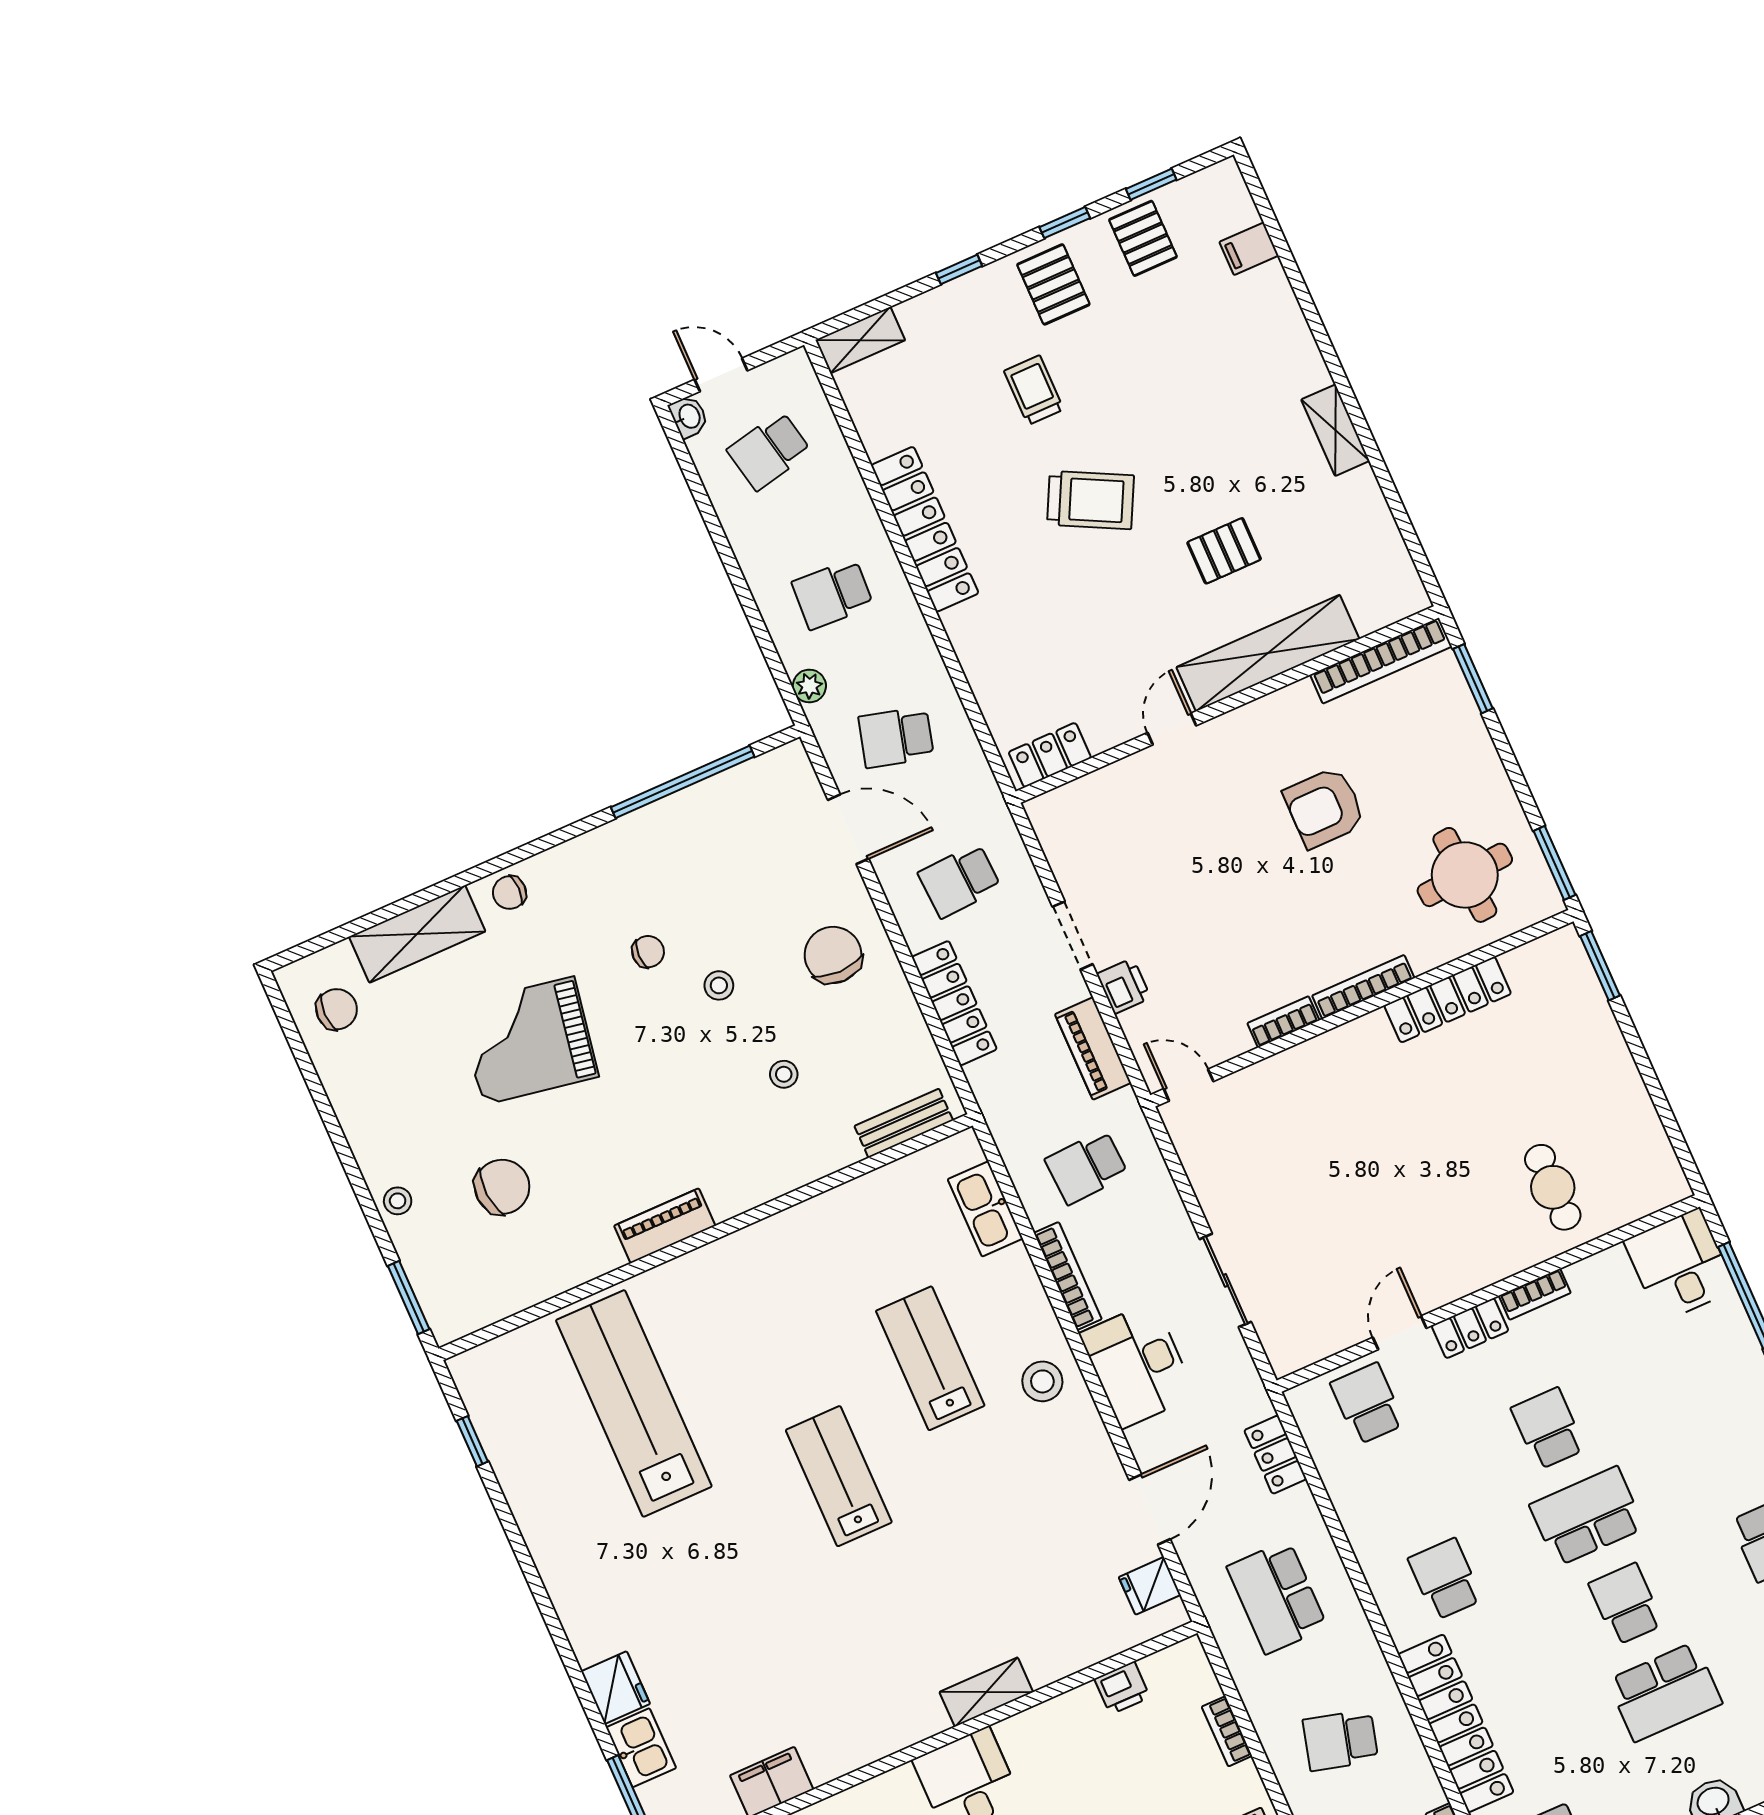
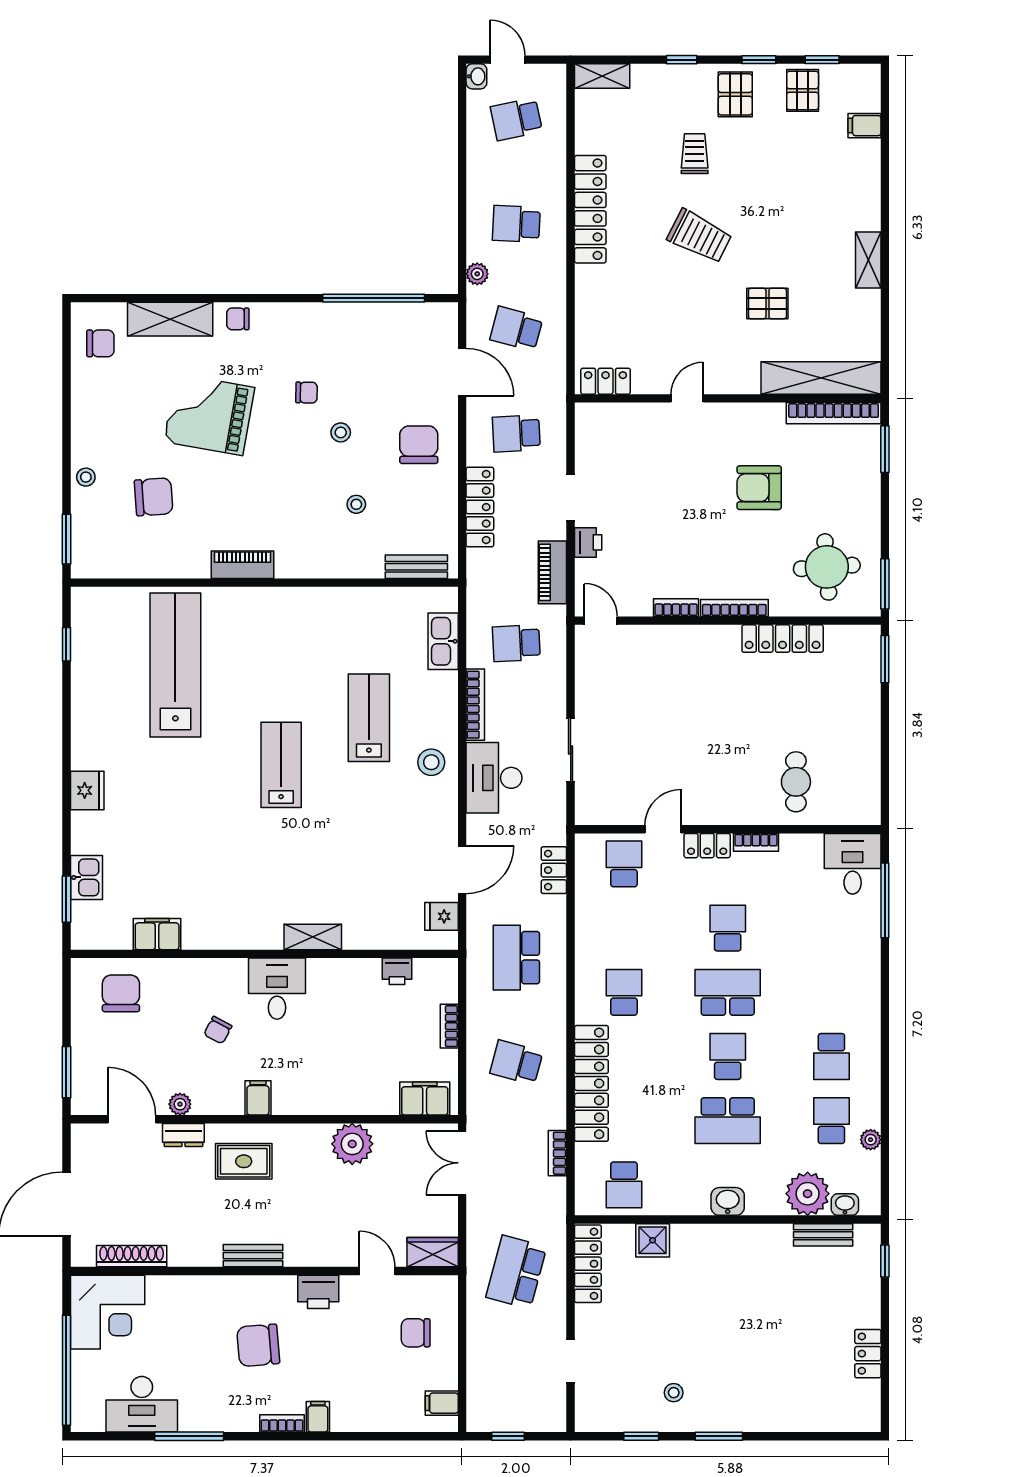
shelving: (1268, 653) -> (821, 378), moved
fridge: (616, 1688) -> (87, 790), moved

